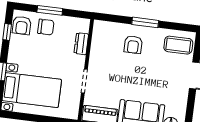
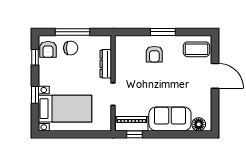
window: (50, 10) -> (72, 32), width x1.44
dresser: (81, 44) -> (106, 64), width x1.44

